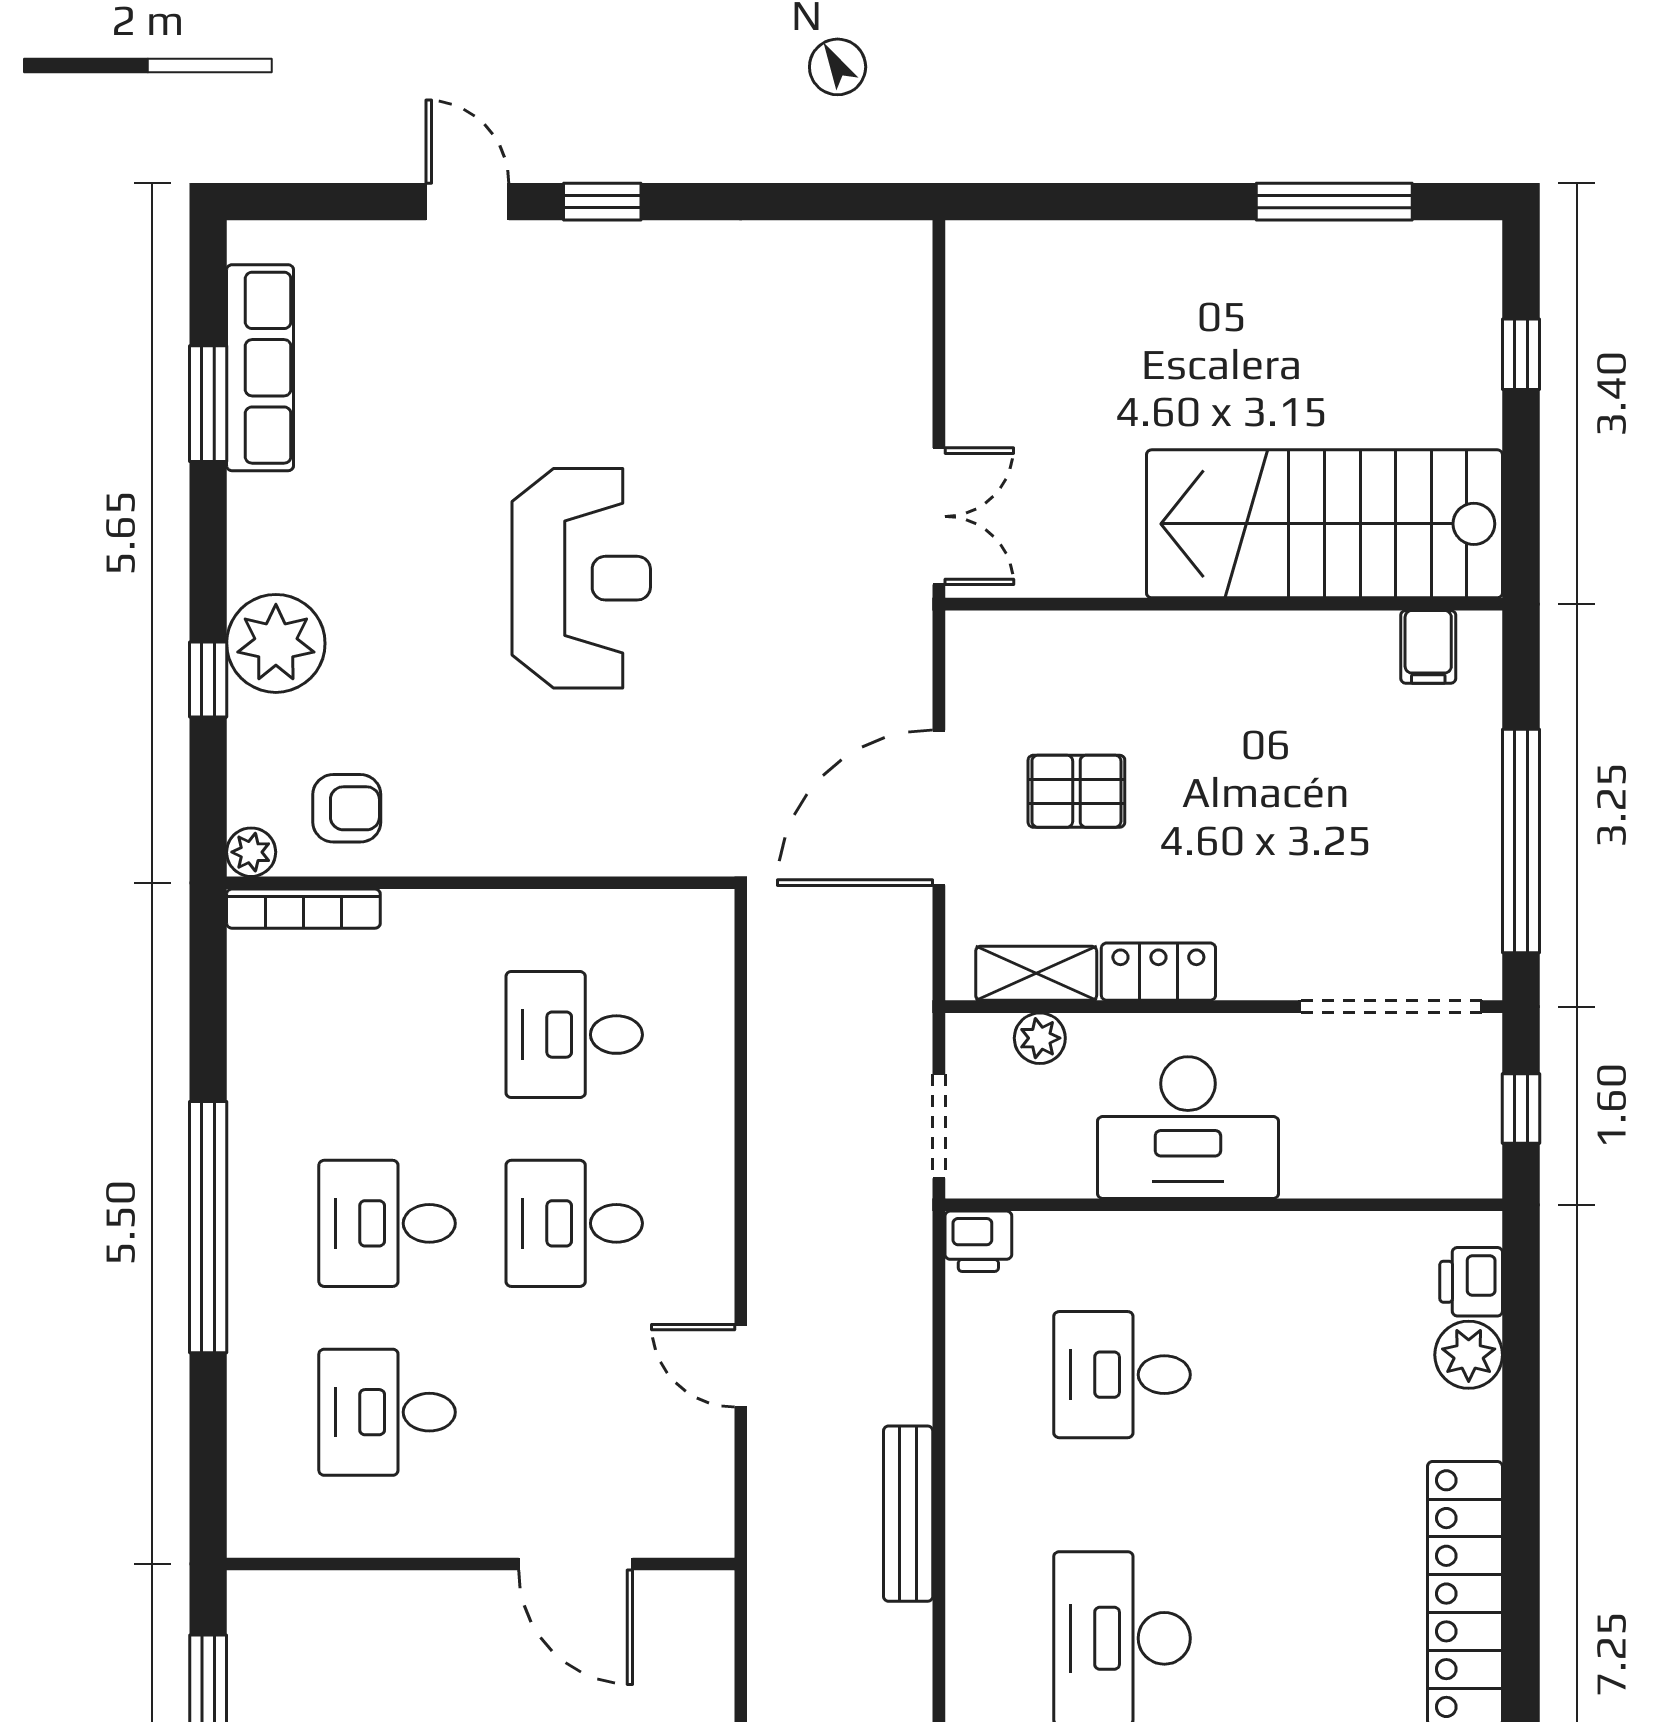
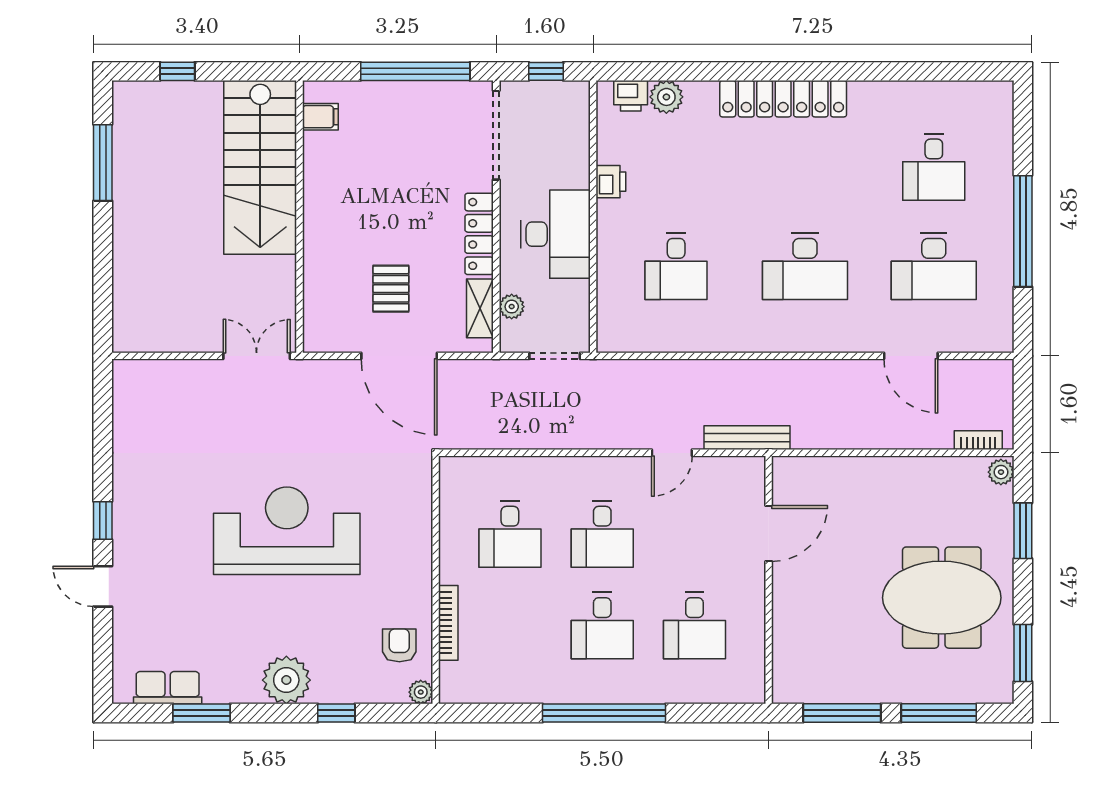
door: (467, 202) -> (103, 586), hinge flipped
row of seats: (260, 368) -> (168, 688), width x0.68
reception desk: (581, 578) -> (287, 531), width x1.36, depth x1.30
plant: (276, 643) -> (286, 680), moved
bookcase: (303, 909) -> (448, 623), moved
locker: (1158, 972) -> (479, 234), width x1.53
printer: (978, 1241) -> (611, 182), moved
bench: (908, 1514) -> (747, 438), moved

